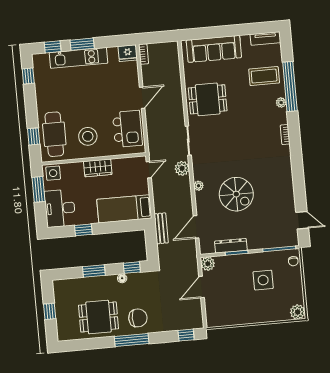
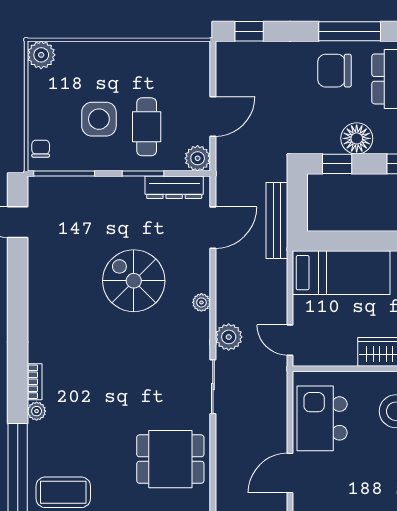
plant: (281, 103) -> (37, 411), moved
door: (149, 170) -> (290, 340), hinge flipped
bench: (161, 228) -> (277, 221), width x1.36
dresser: (231, 246) -> (174, 187), moved
floor lamp: (122, 278) -> (357, 138), width x1.89, depth x1.89
cafe table: (237, 278) -> (147, 127), added

